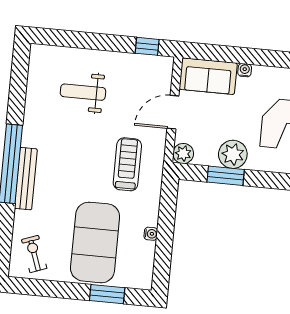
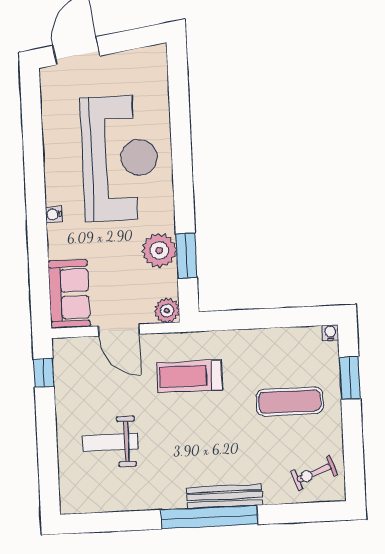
water cooler: (245, 70) -> (54, 214), moved
weight bench: (83, 92) -> (110, 442), turned 90
water cooler: (151, 234) -> (330, 333), moved
exercise mat: (95, 242) -> (290, 402), width x0.50, depth x0.69

